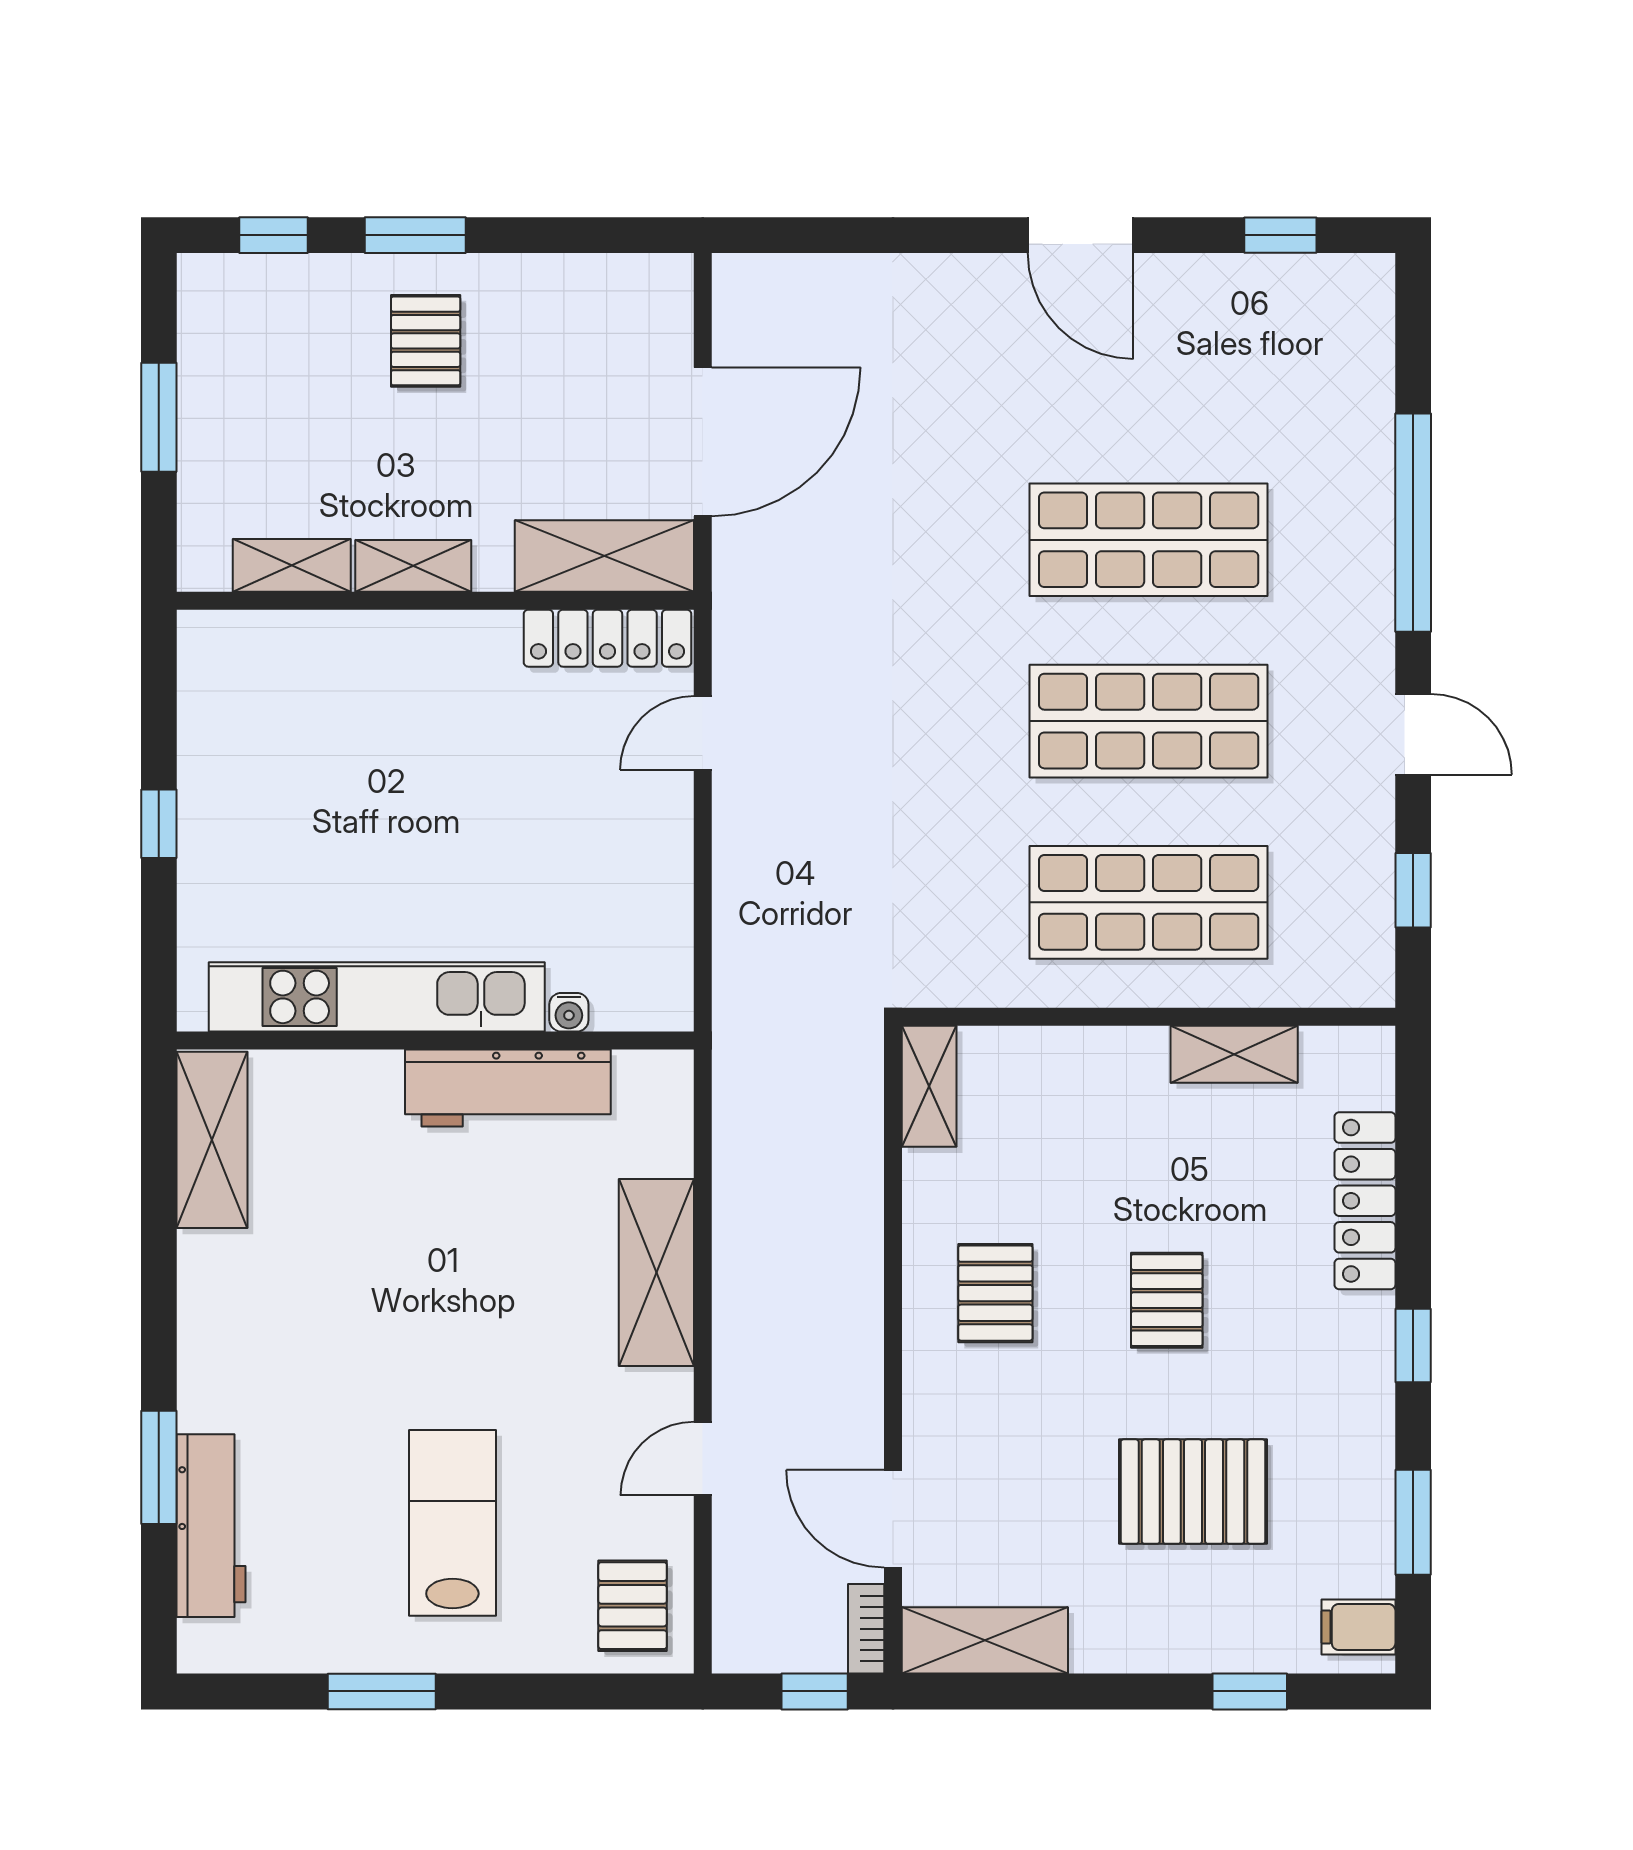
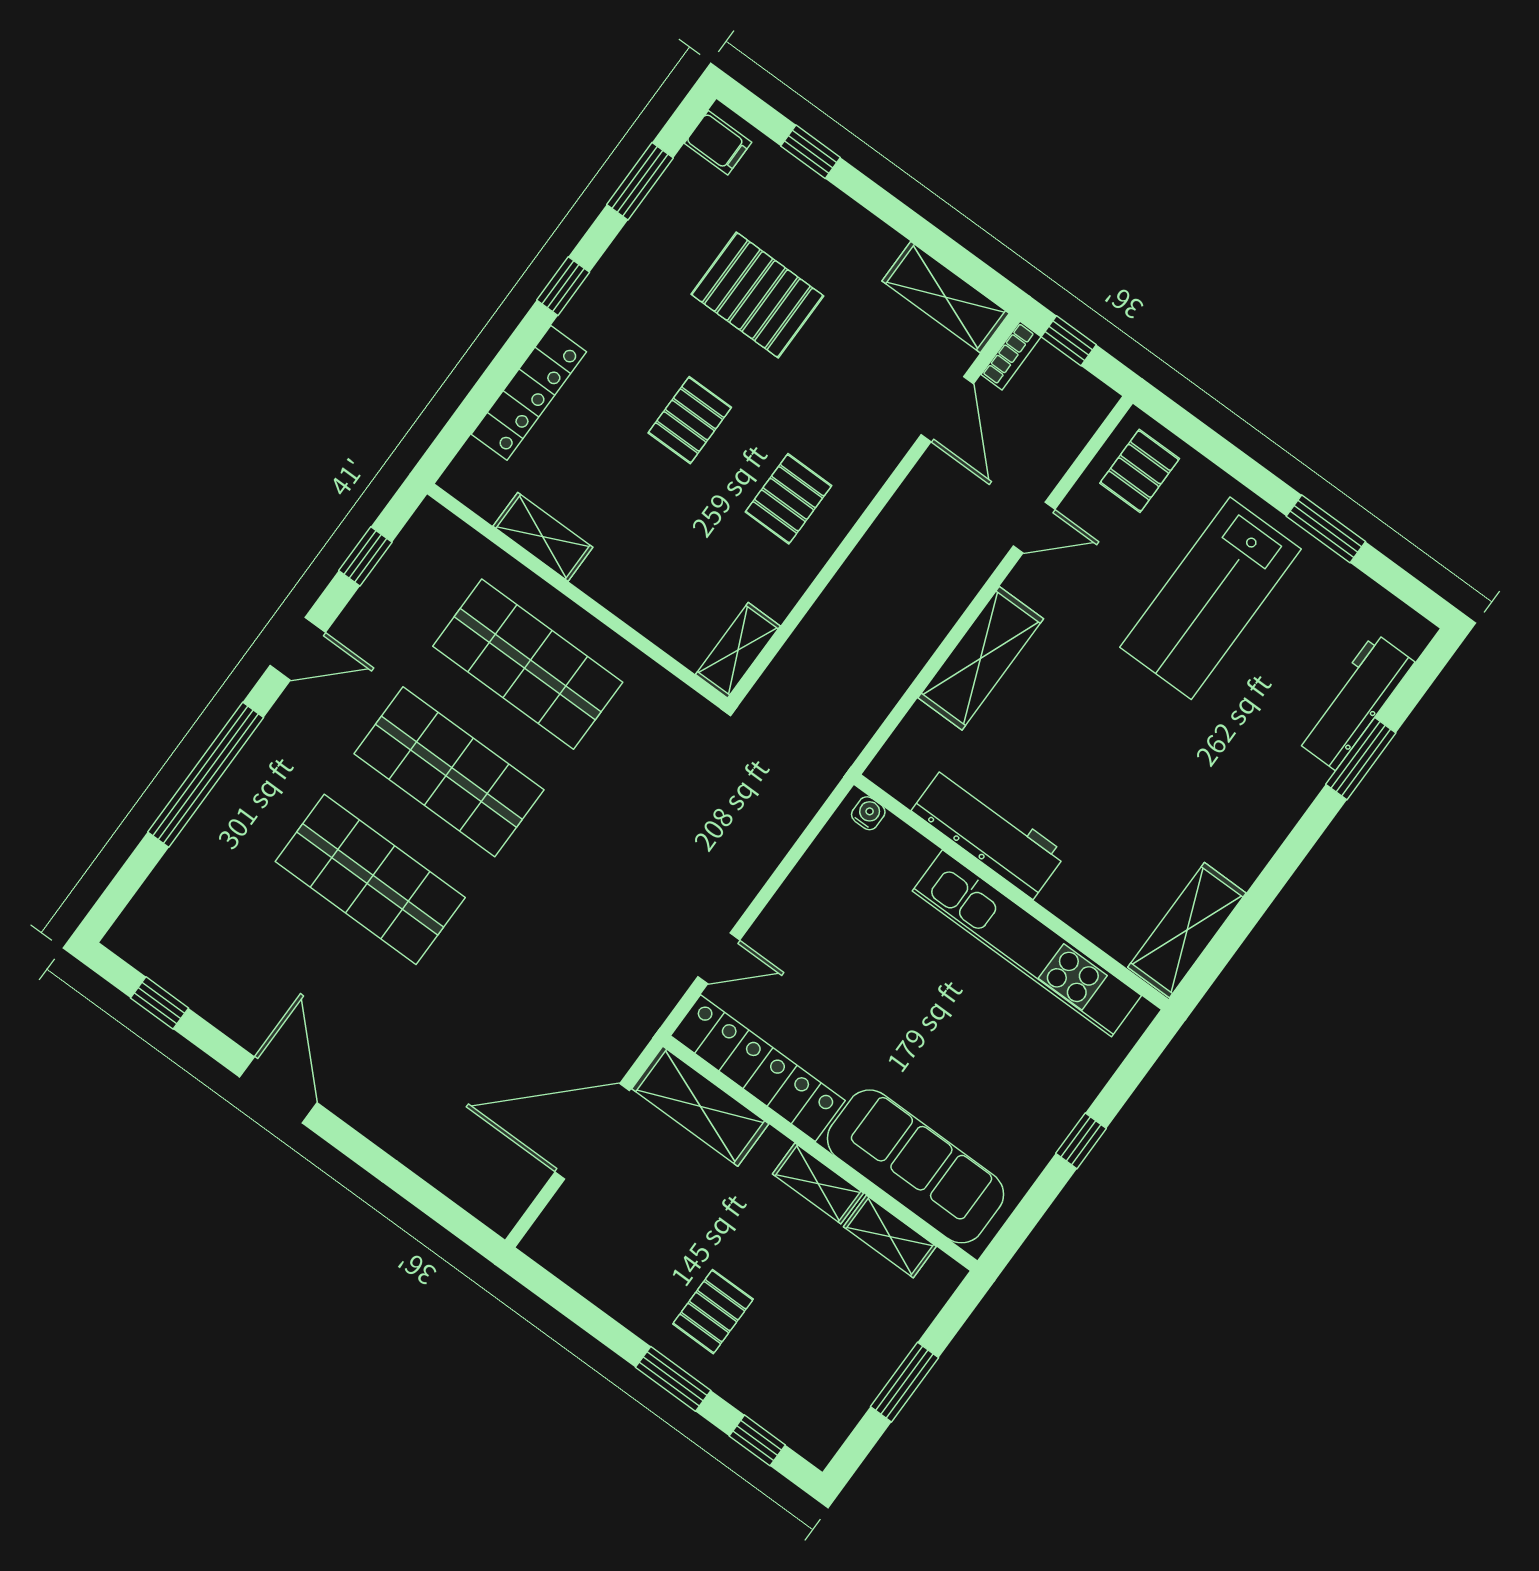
locker: (608, 638) -> (758, 1068), width x1.41, depth x1.21
sofa: (320, 663) -> (915, 1166), added
door: (1413, 734) -> (298, 649), swing flipped
water cooler: (569, 1012) -> (868, 813), moved
lab bench: (452, 1523) -> (1211, 598), width x1.36, depth x1.39

